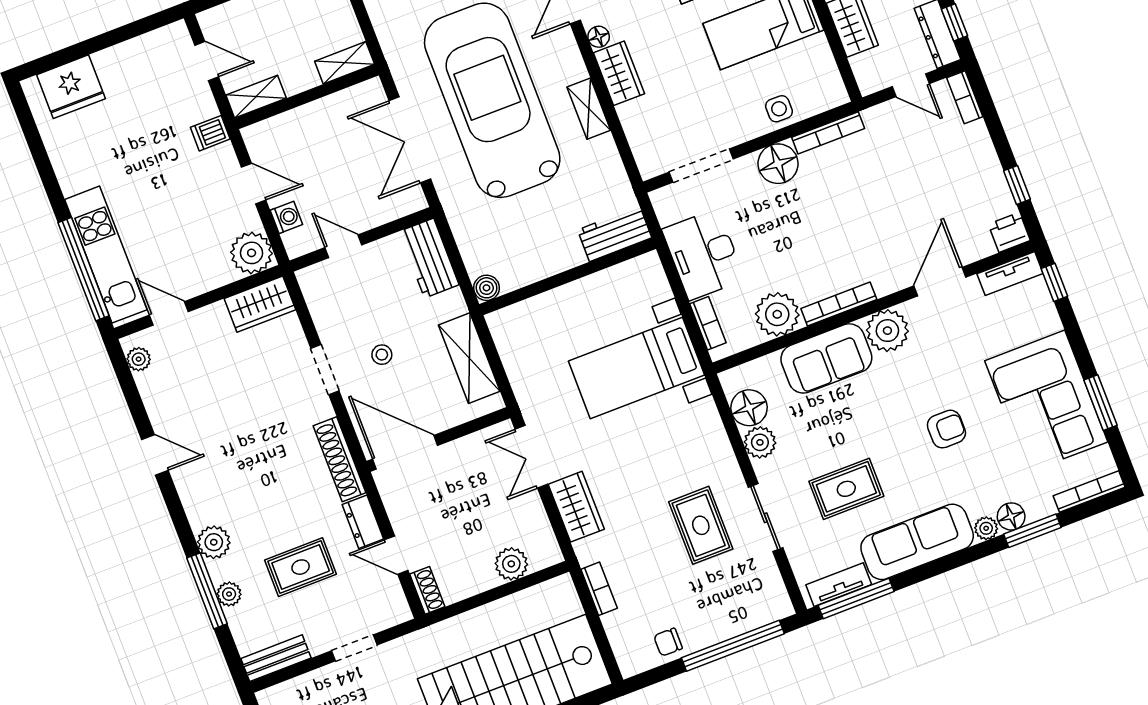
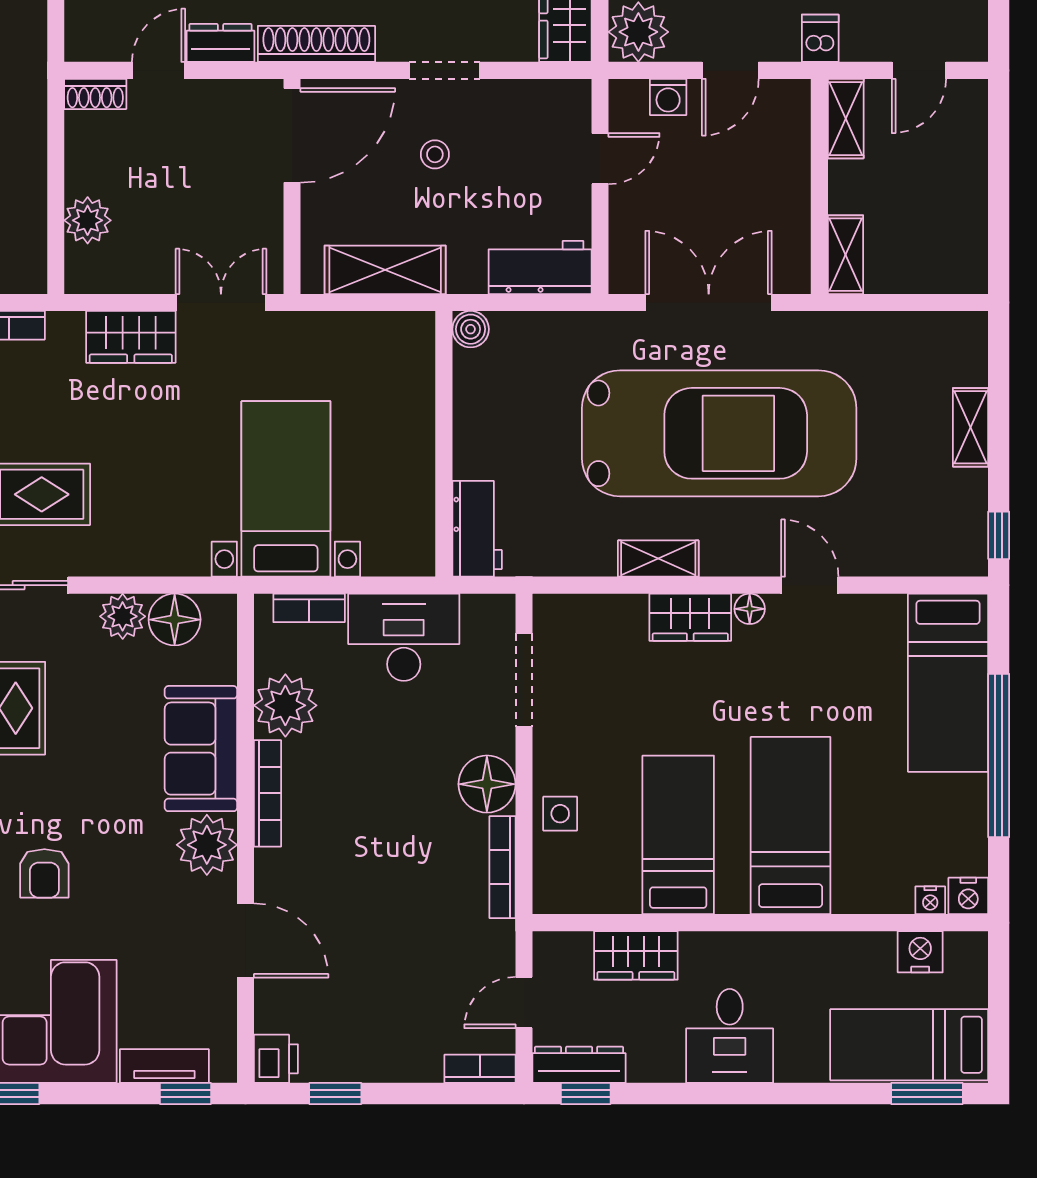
tv unit: (1010, 274) -> (164, 1066), moved, turned 90

